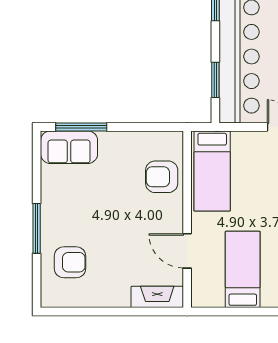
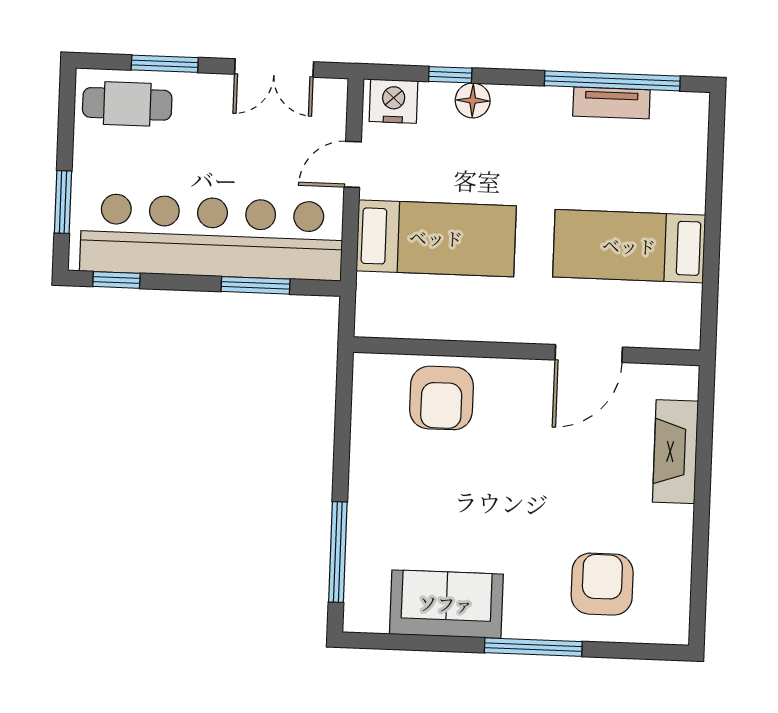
sofa: (69, 147) -> (446, 604), moved, turned -90
bed: (212, 171) -> (436, 238), moved
fireplace: (157, 297) -> (675, 452), moved

